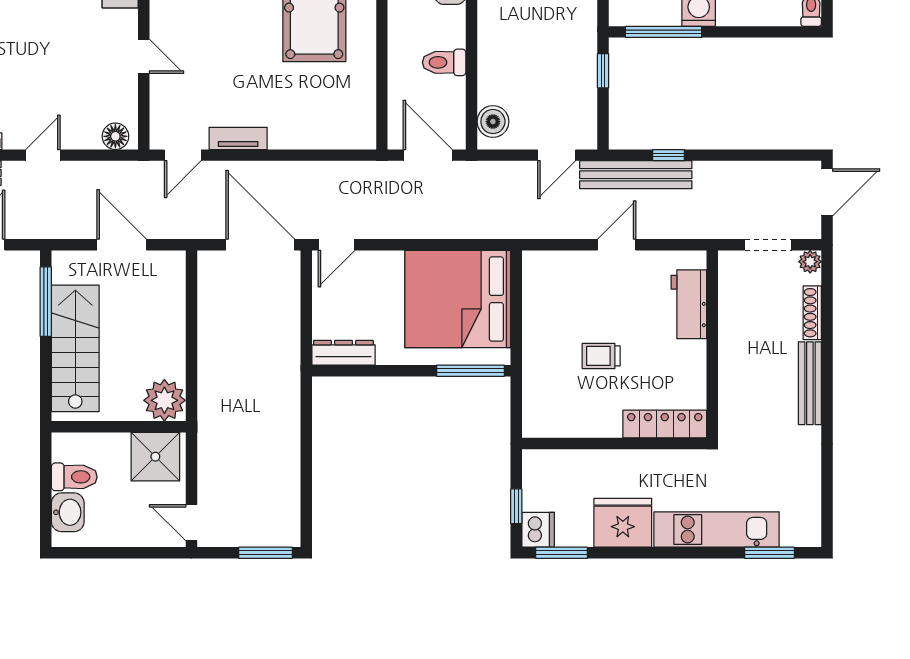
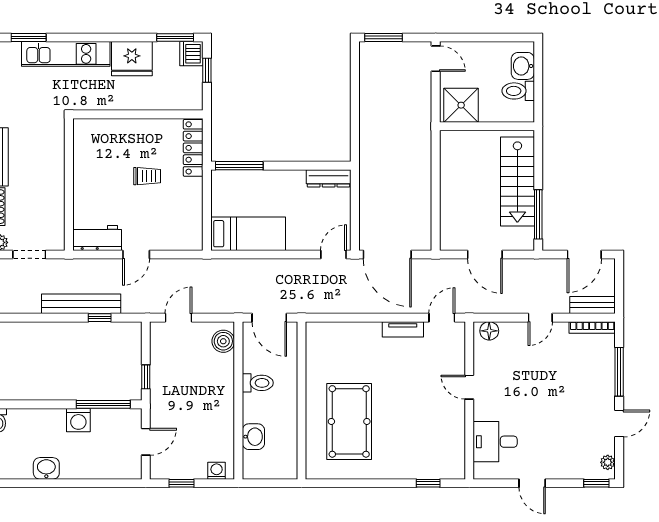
bench: (636, 175) -> (81, 304), moved
bed: (458, 299) -> (248, 234), width x0.49
workbench: (689, 304) -> (97, 238), moved, turned -90
plant: (164, 400) -> (455, 145), removed
locker: (665, 424) -> (193, 148), moved, turned 90

